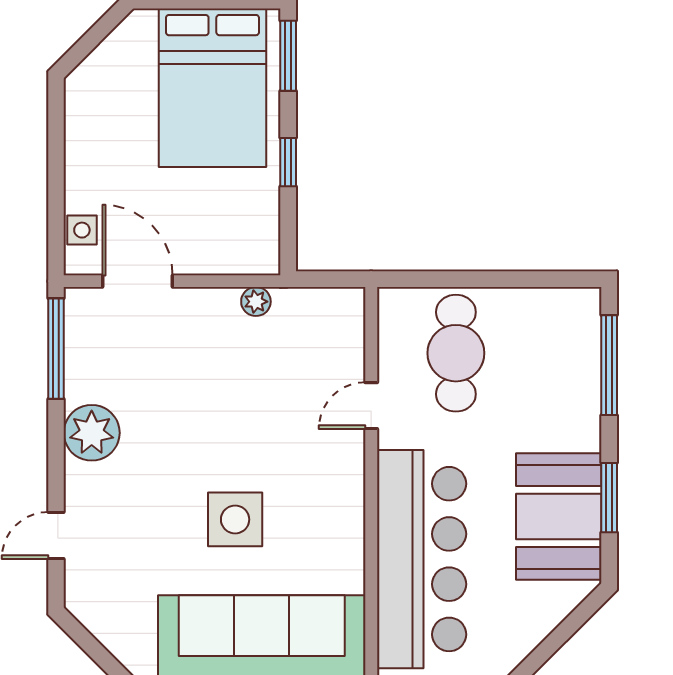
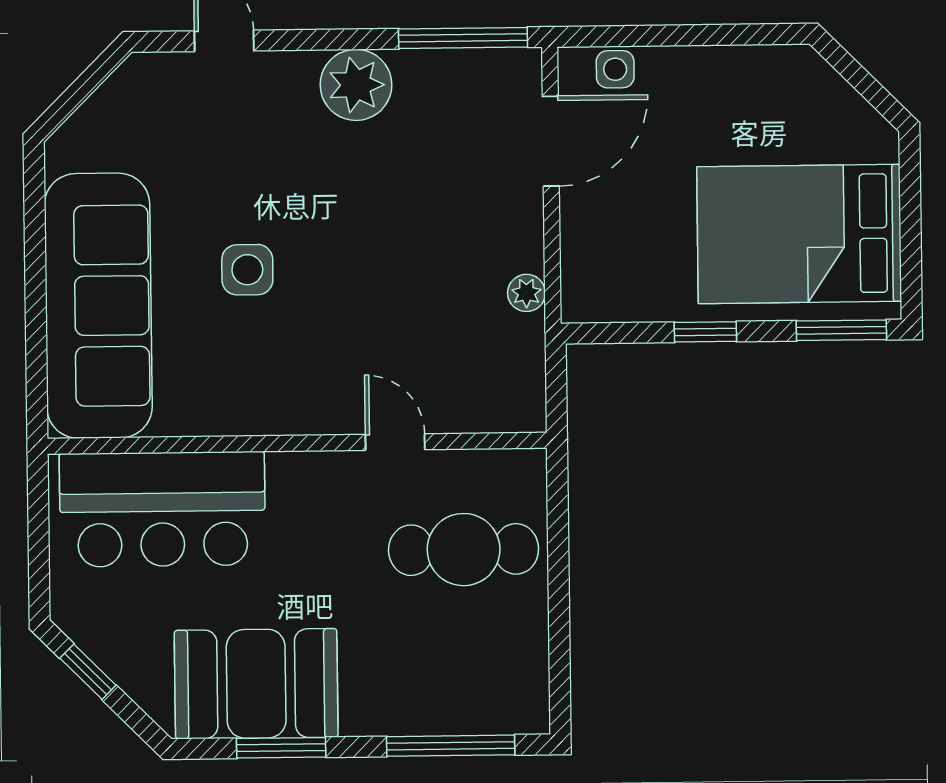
side table: (235, 519) -> (247, 270), width x0.73, depth x0.73
bar counter: (422, 559) -> (162, 509), width x0.73
window: (548, 648) -> (88, 672), added

